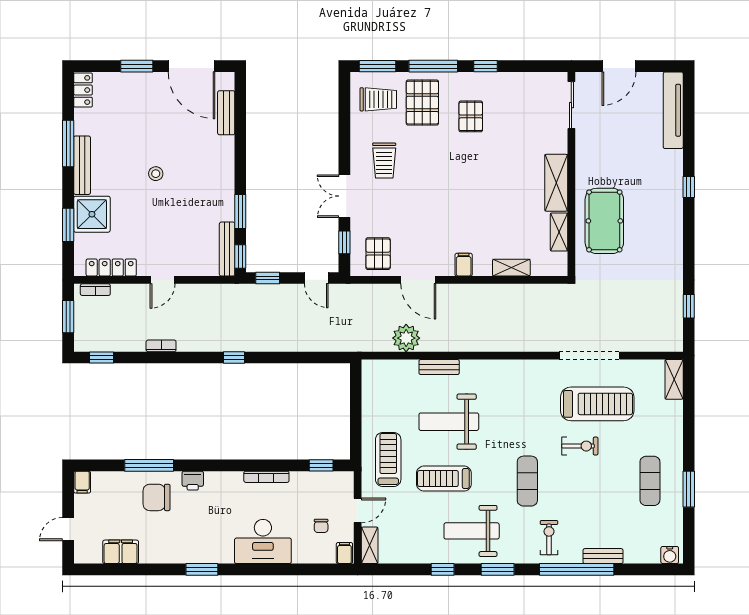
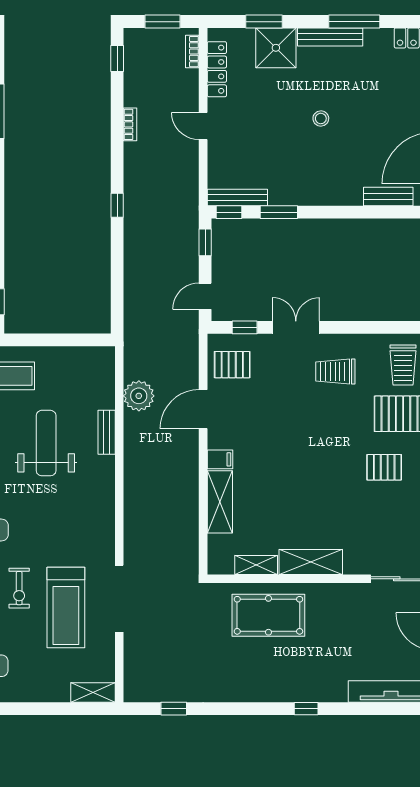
shelving: (511, 268) -> (220, 502), width x1.50, depth x1.33

